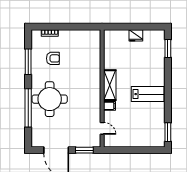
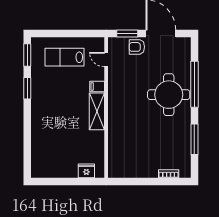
fridge: (136, 35) -> (86, 171), moved
window: (168, 48) -> (27, 88), moved
armchair: (53, 58) -> (137, 47), moved
lab bench: (148, 94) -> (65, 57), moved

